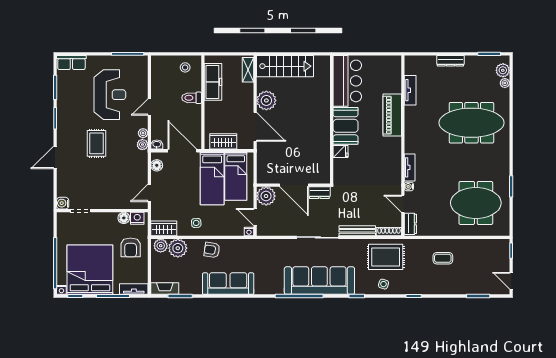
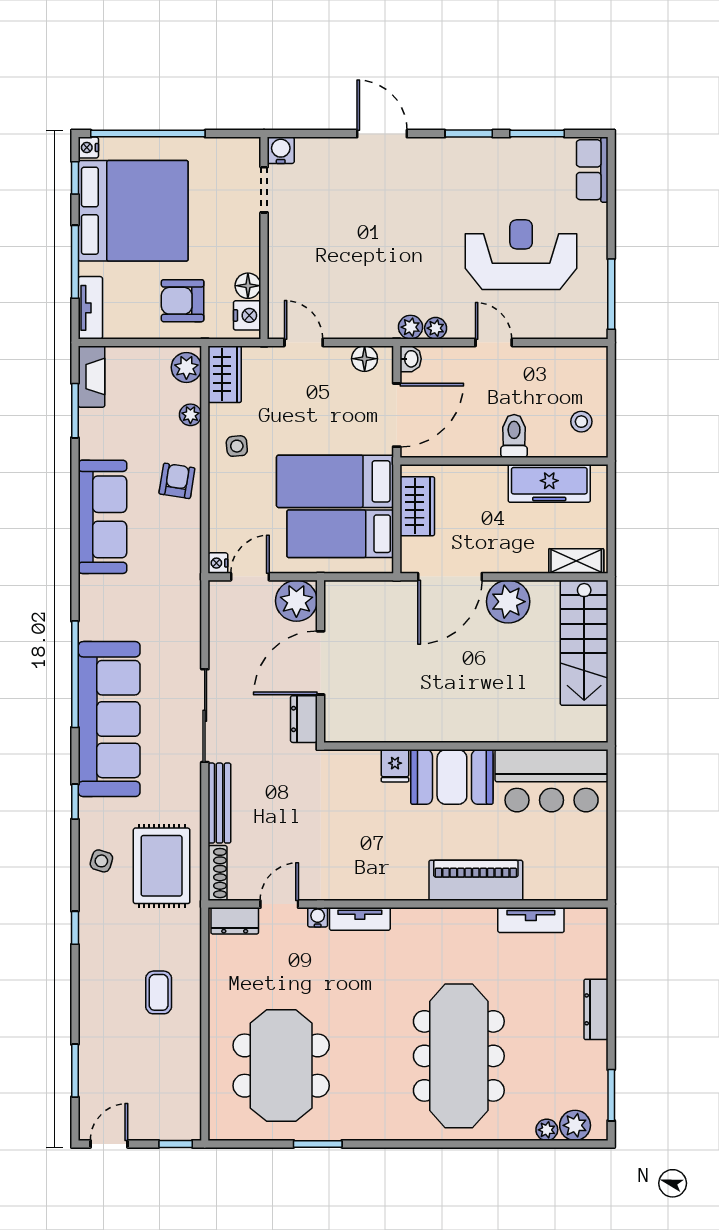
reception desk: (110, 95) -> (521, 255), turned 180
rug: (97, 143) -> (413, 225), removed
plant: (178, 248) -> (190, 415), width x0.53, depth x0.53

